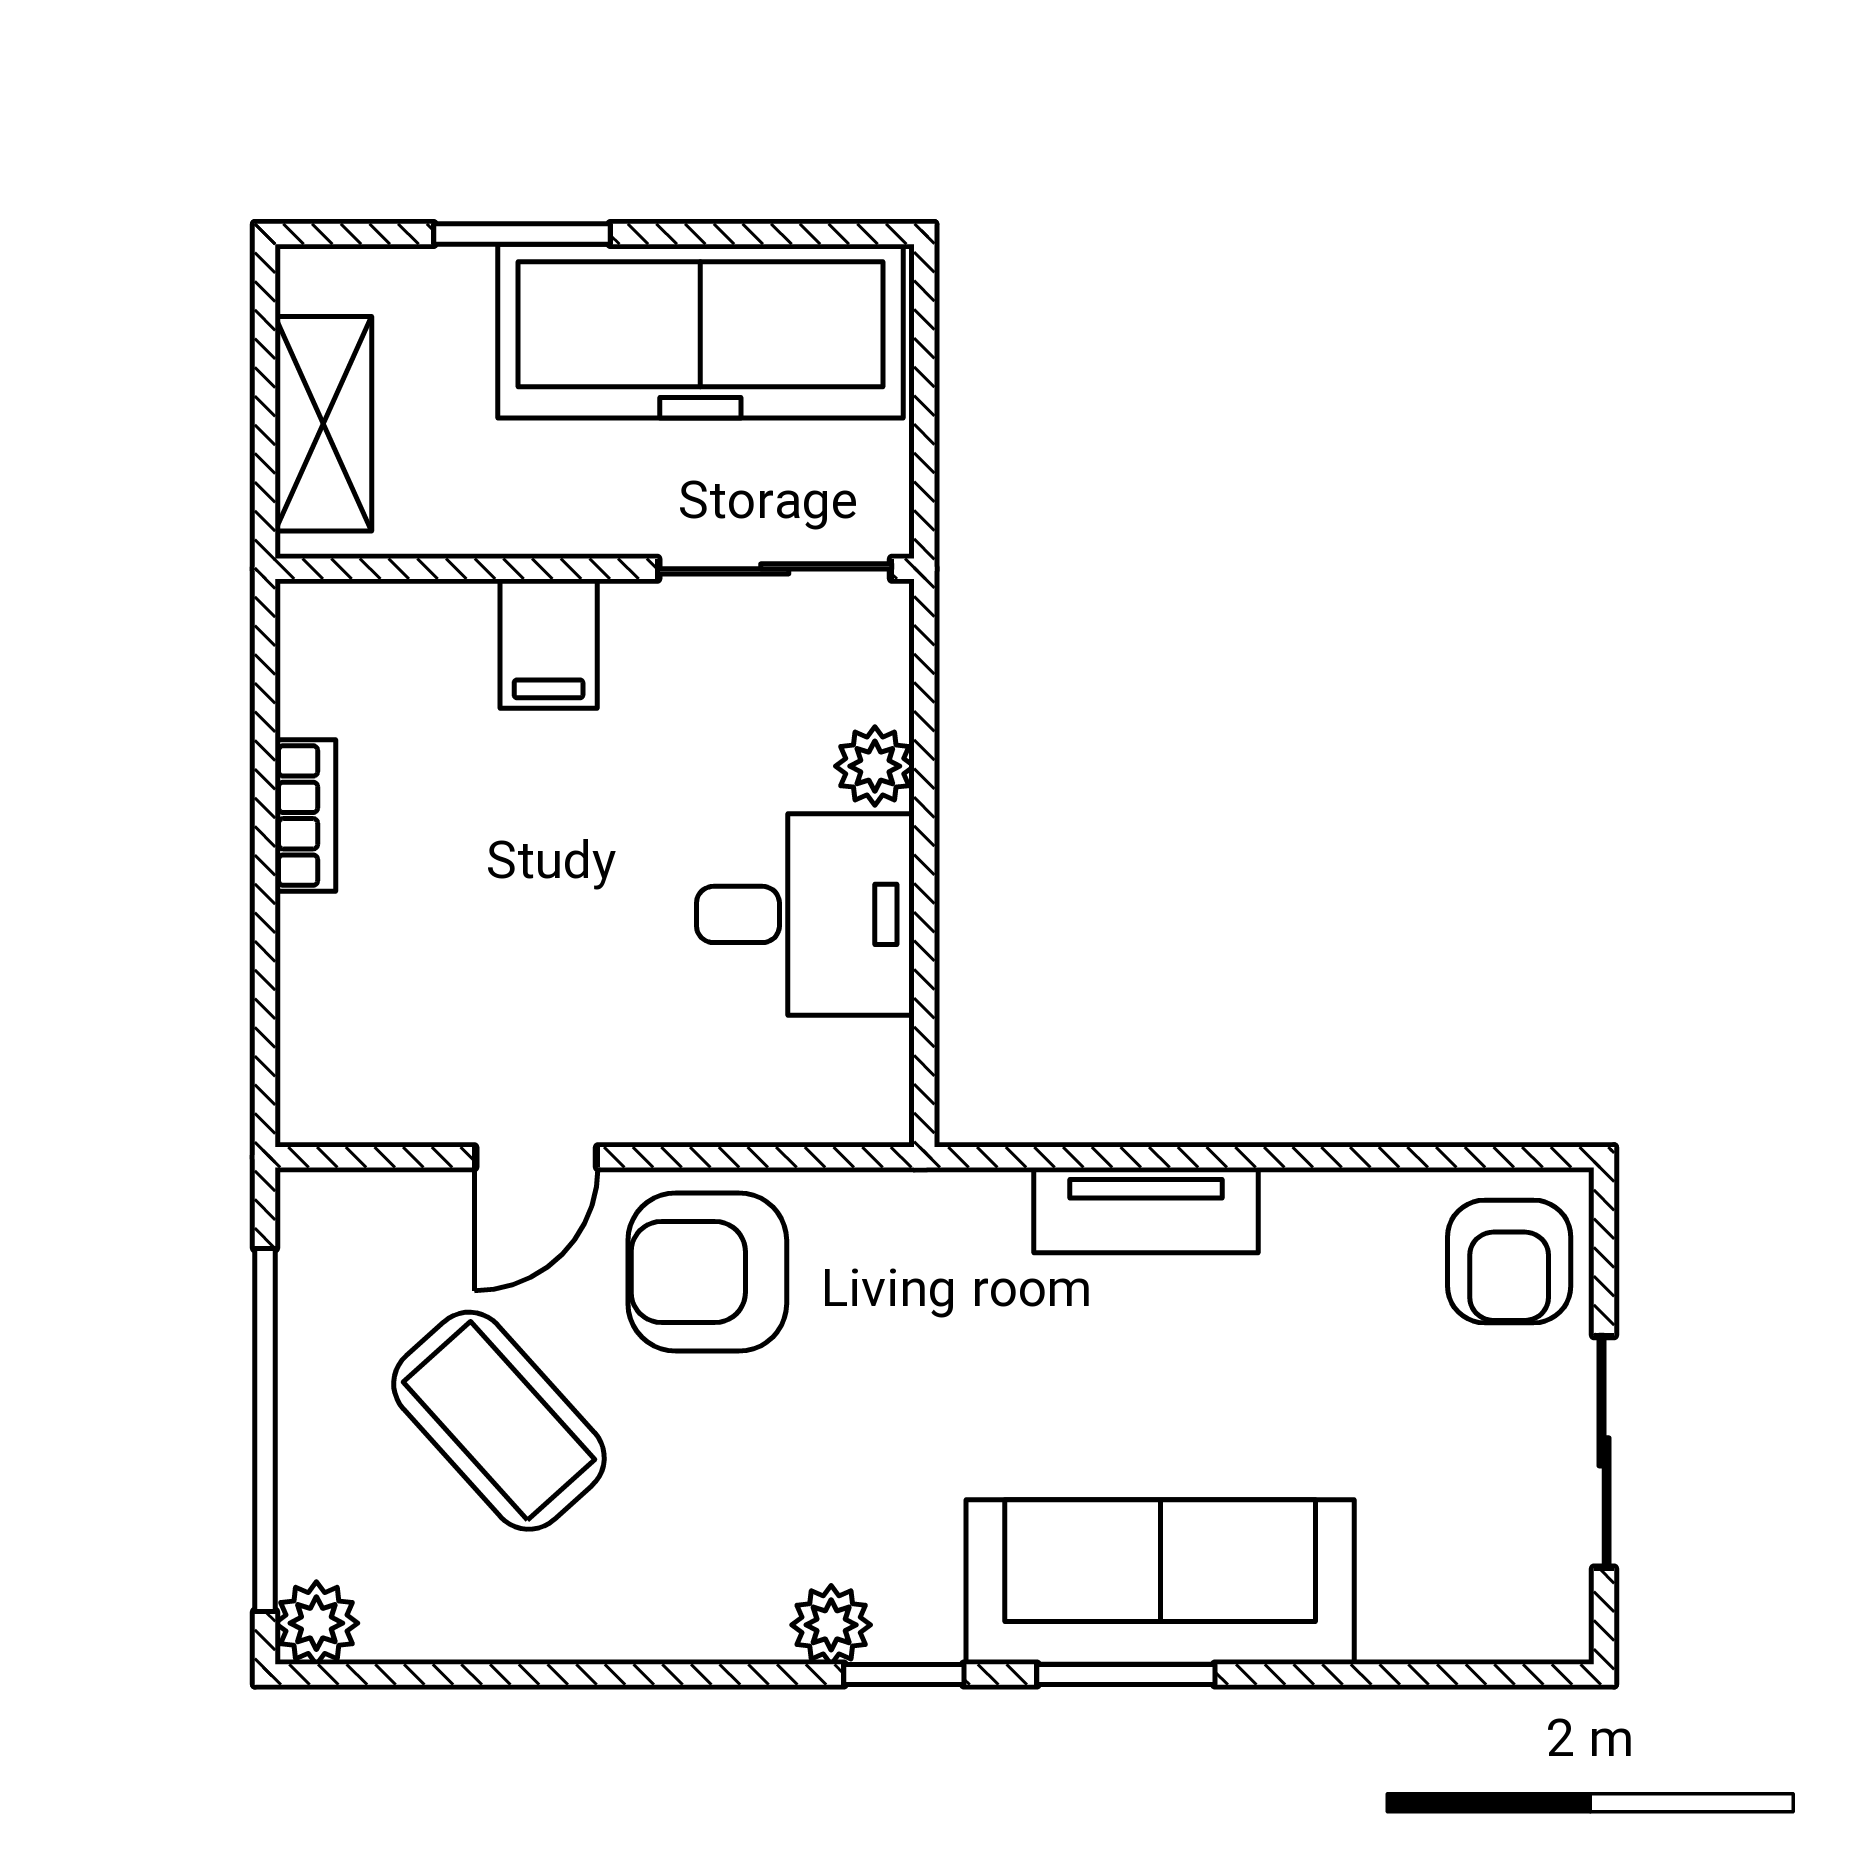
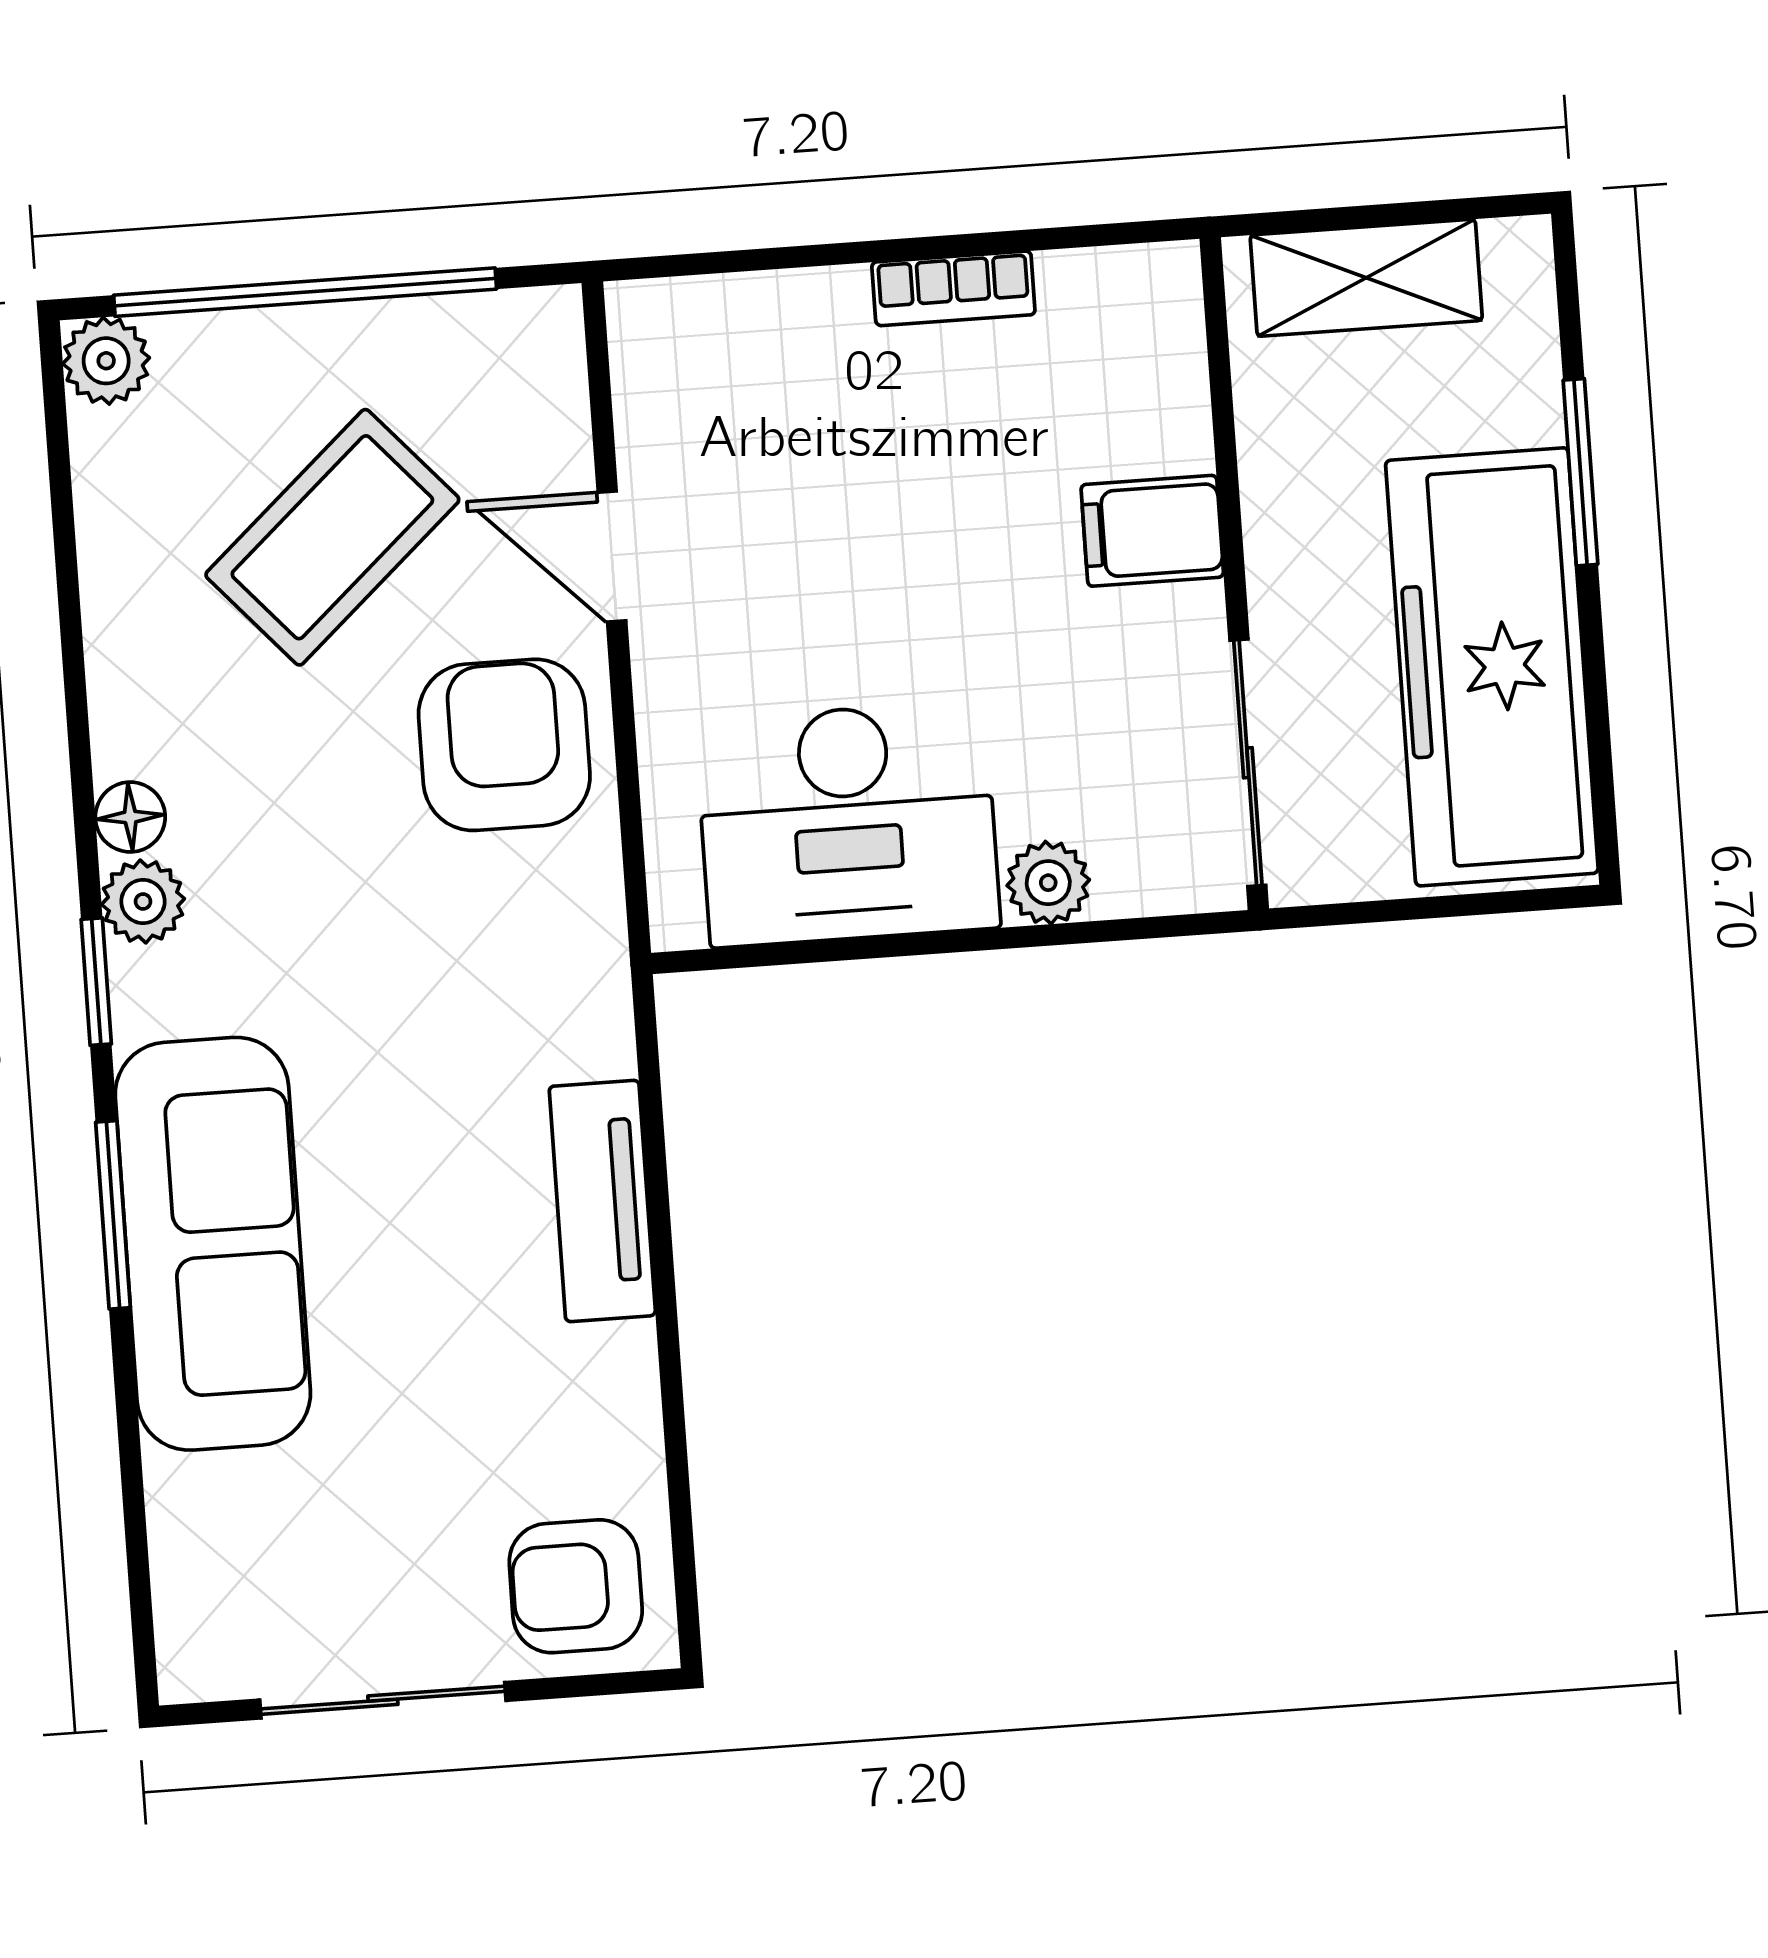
desk: (805, 914) -> (848, 824), width x1.37
floor lamp: (750, 1631) -> (130, 817), added

